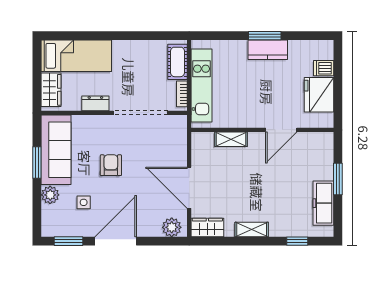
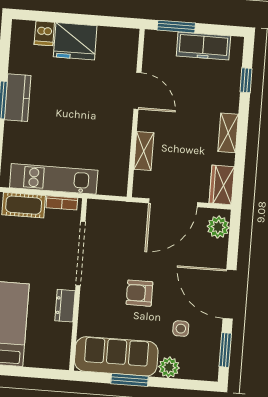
wardrobe: (51, 90) -> (45, 357), removed
wall: (262, 130) -> (136, 113), moved
door: (281, 130) -> (137, 91), moved
shelving: (231, 139) -> (144, 151), moved

